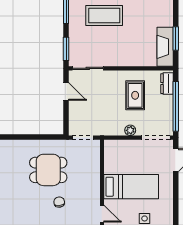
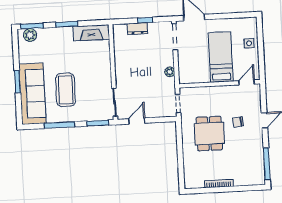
window: (176, 38) -> (67, 24), moved
dresser: (167, 84) -> (137, 29), moved
rug: (135, 95) -> (137, 58), removed
window: (176, 106) -> (145, 20), width x0.32
plant: (130, 130) -> (170, 72), moved

